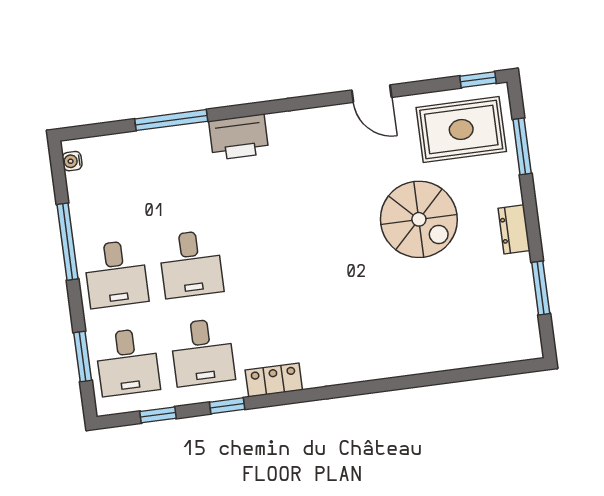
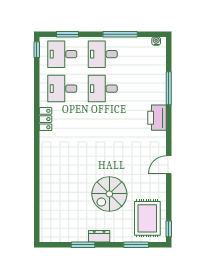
door: (372, 94) -> (169, 165), moved
window: (541, 288) -> (83, 245), moved
window: (227, 406) -> (37, 96), removed
window: (158, 415) -> (37, 50), moved

